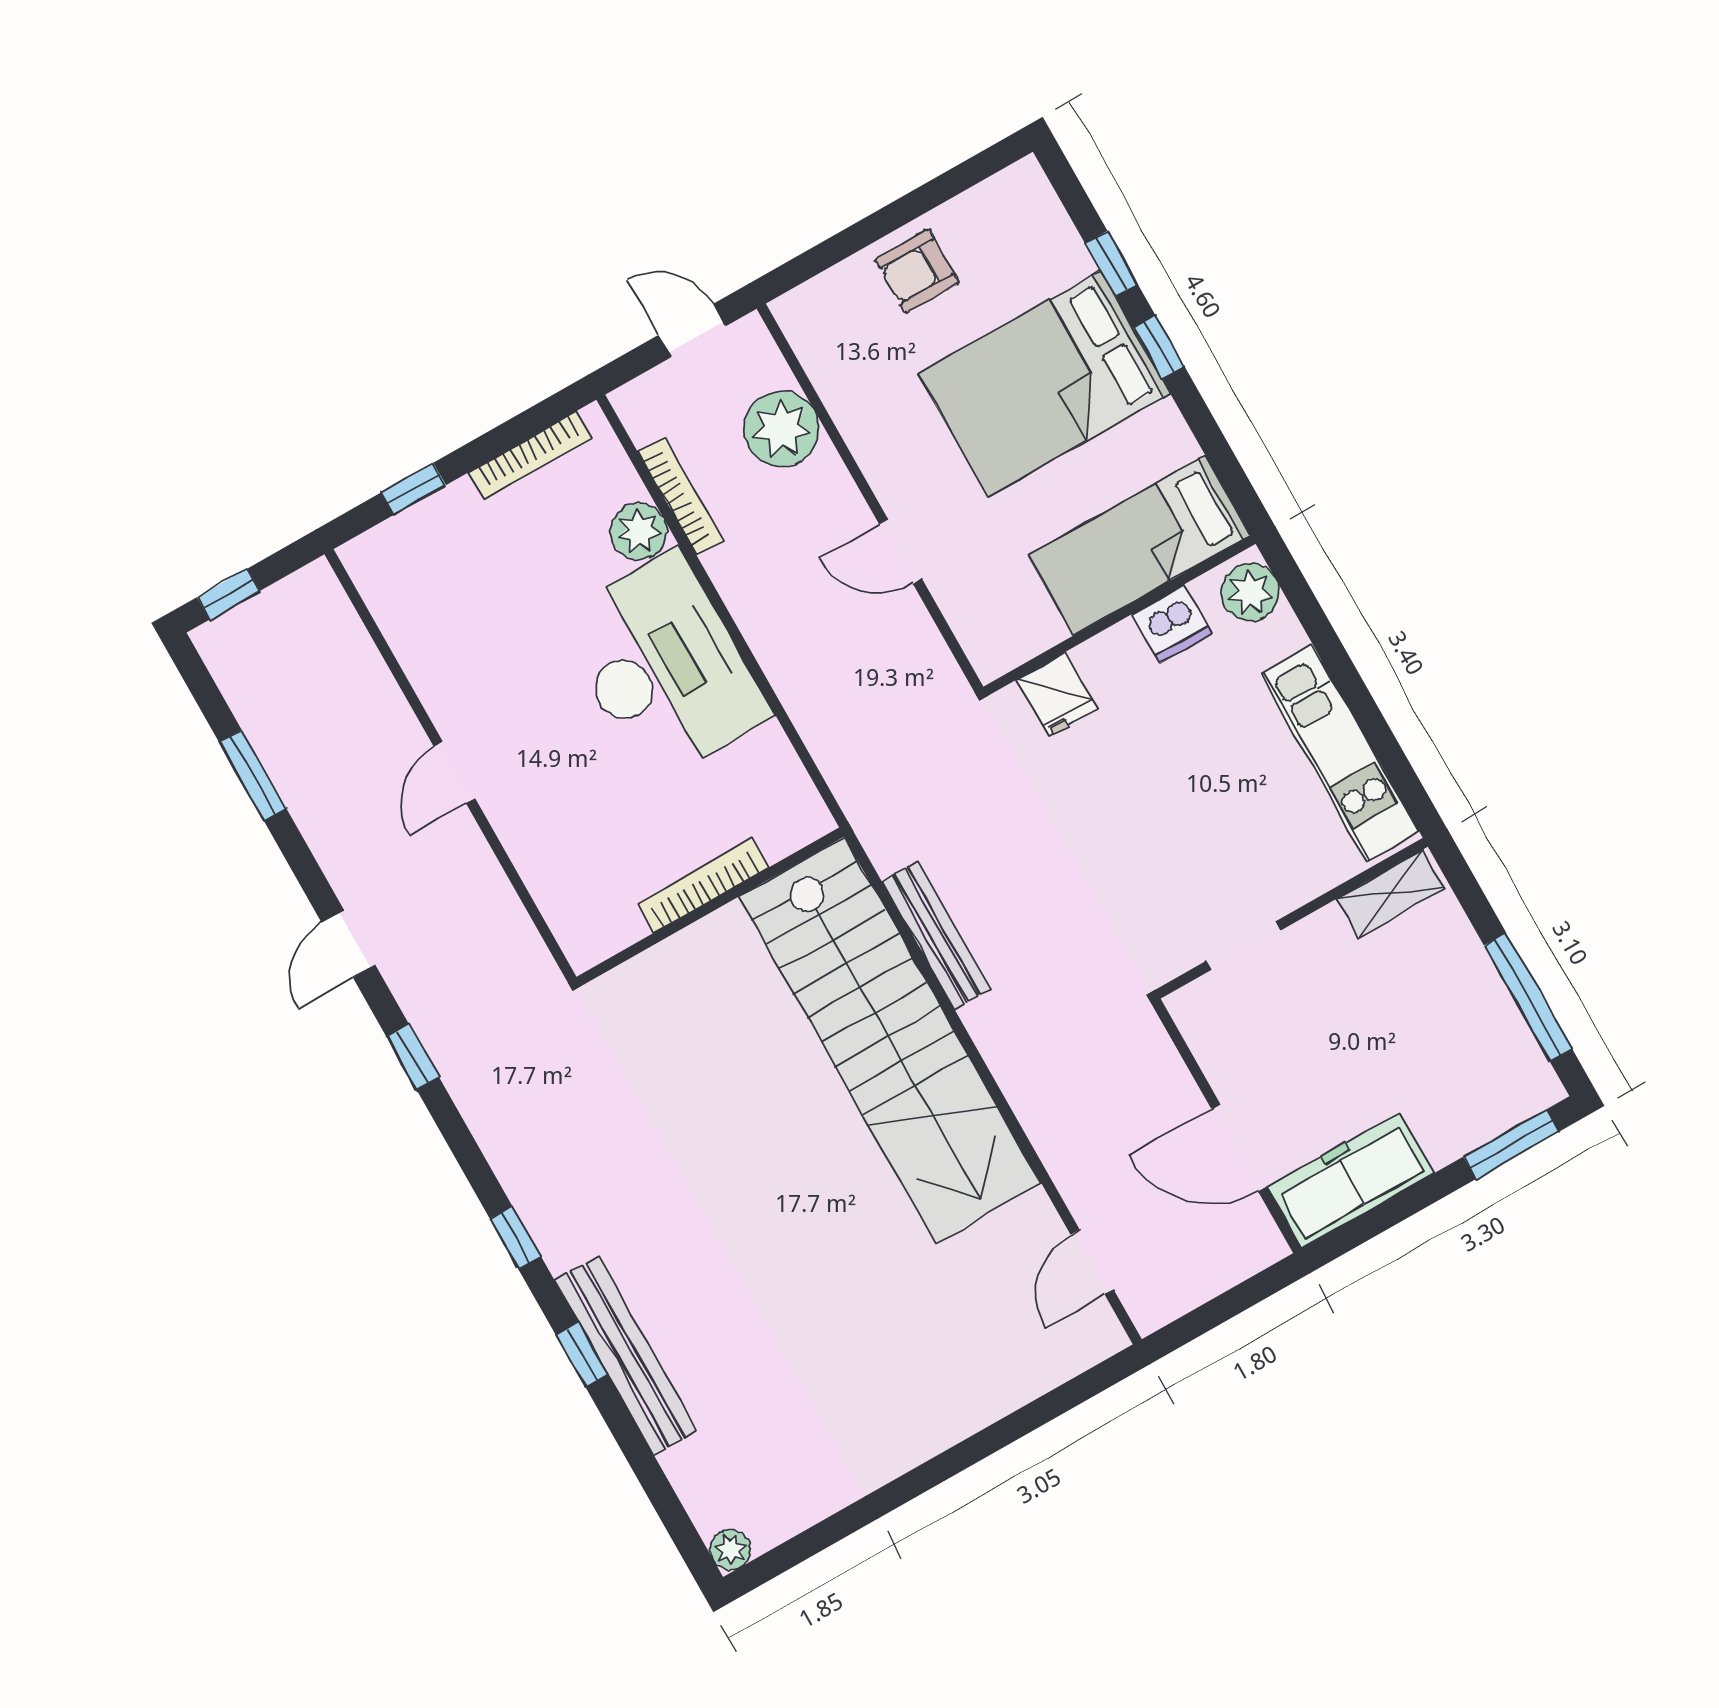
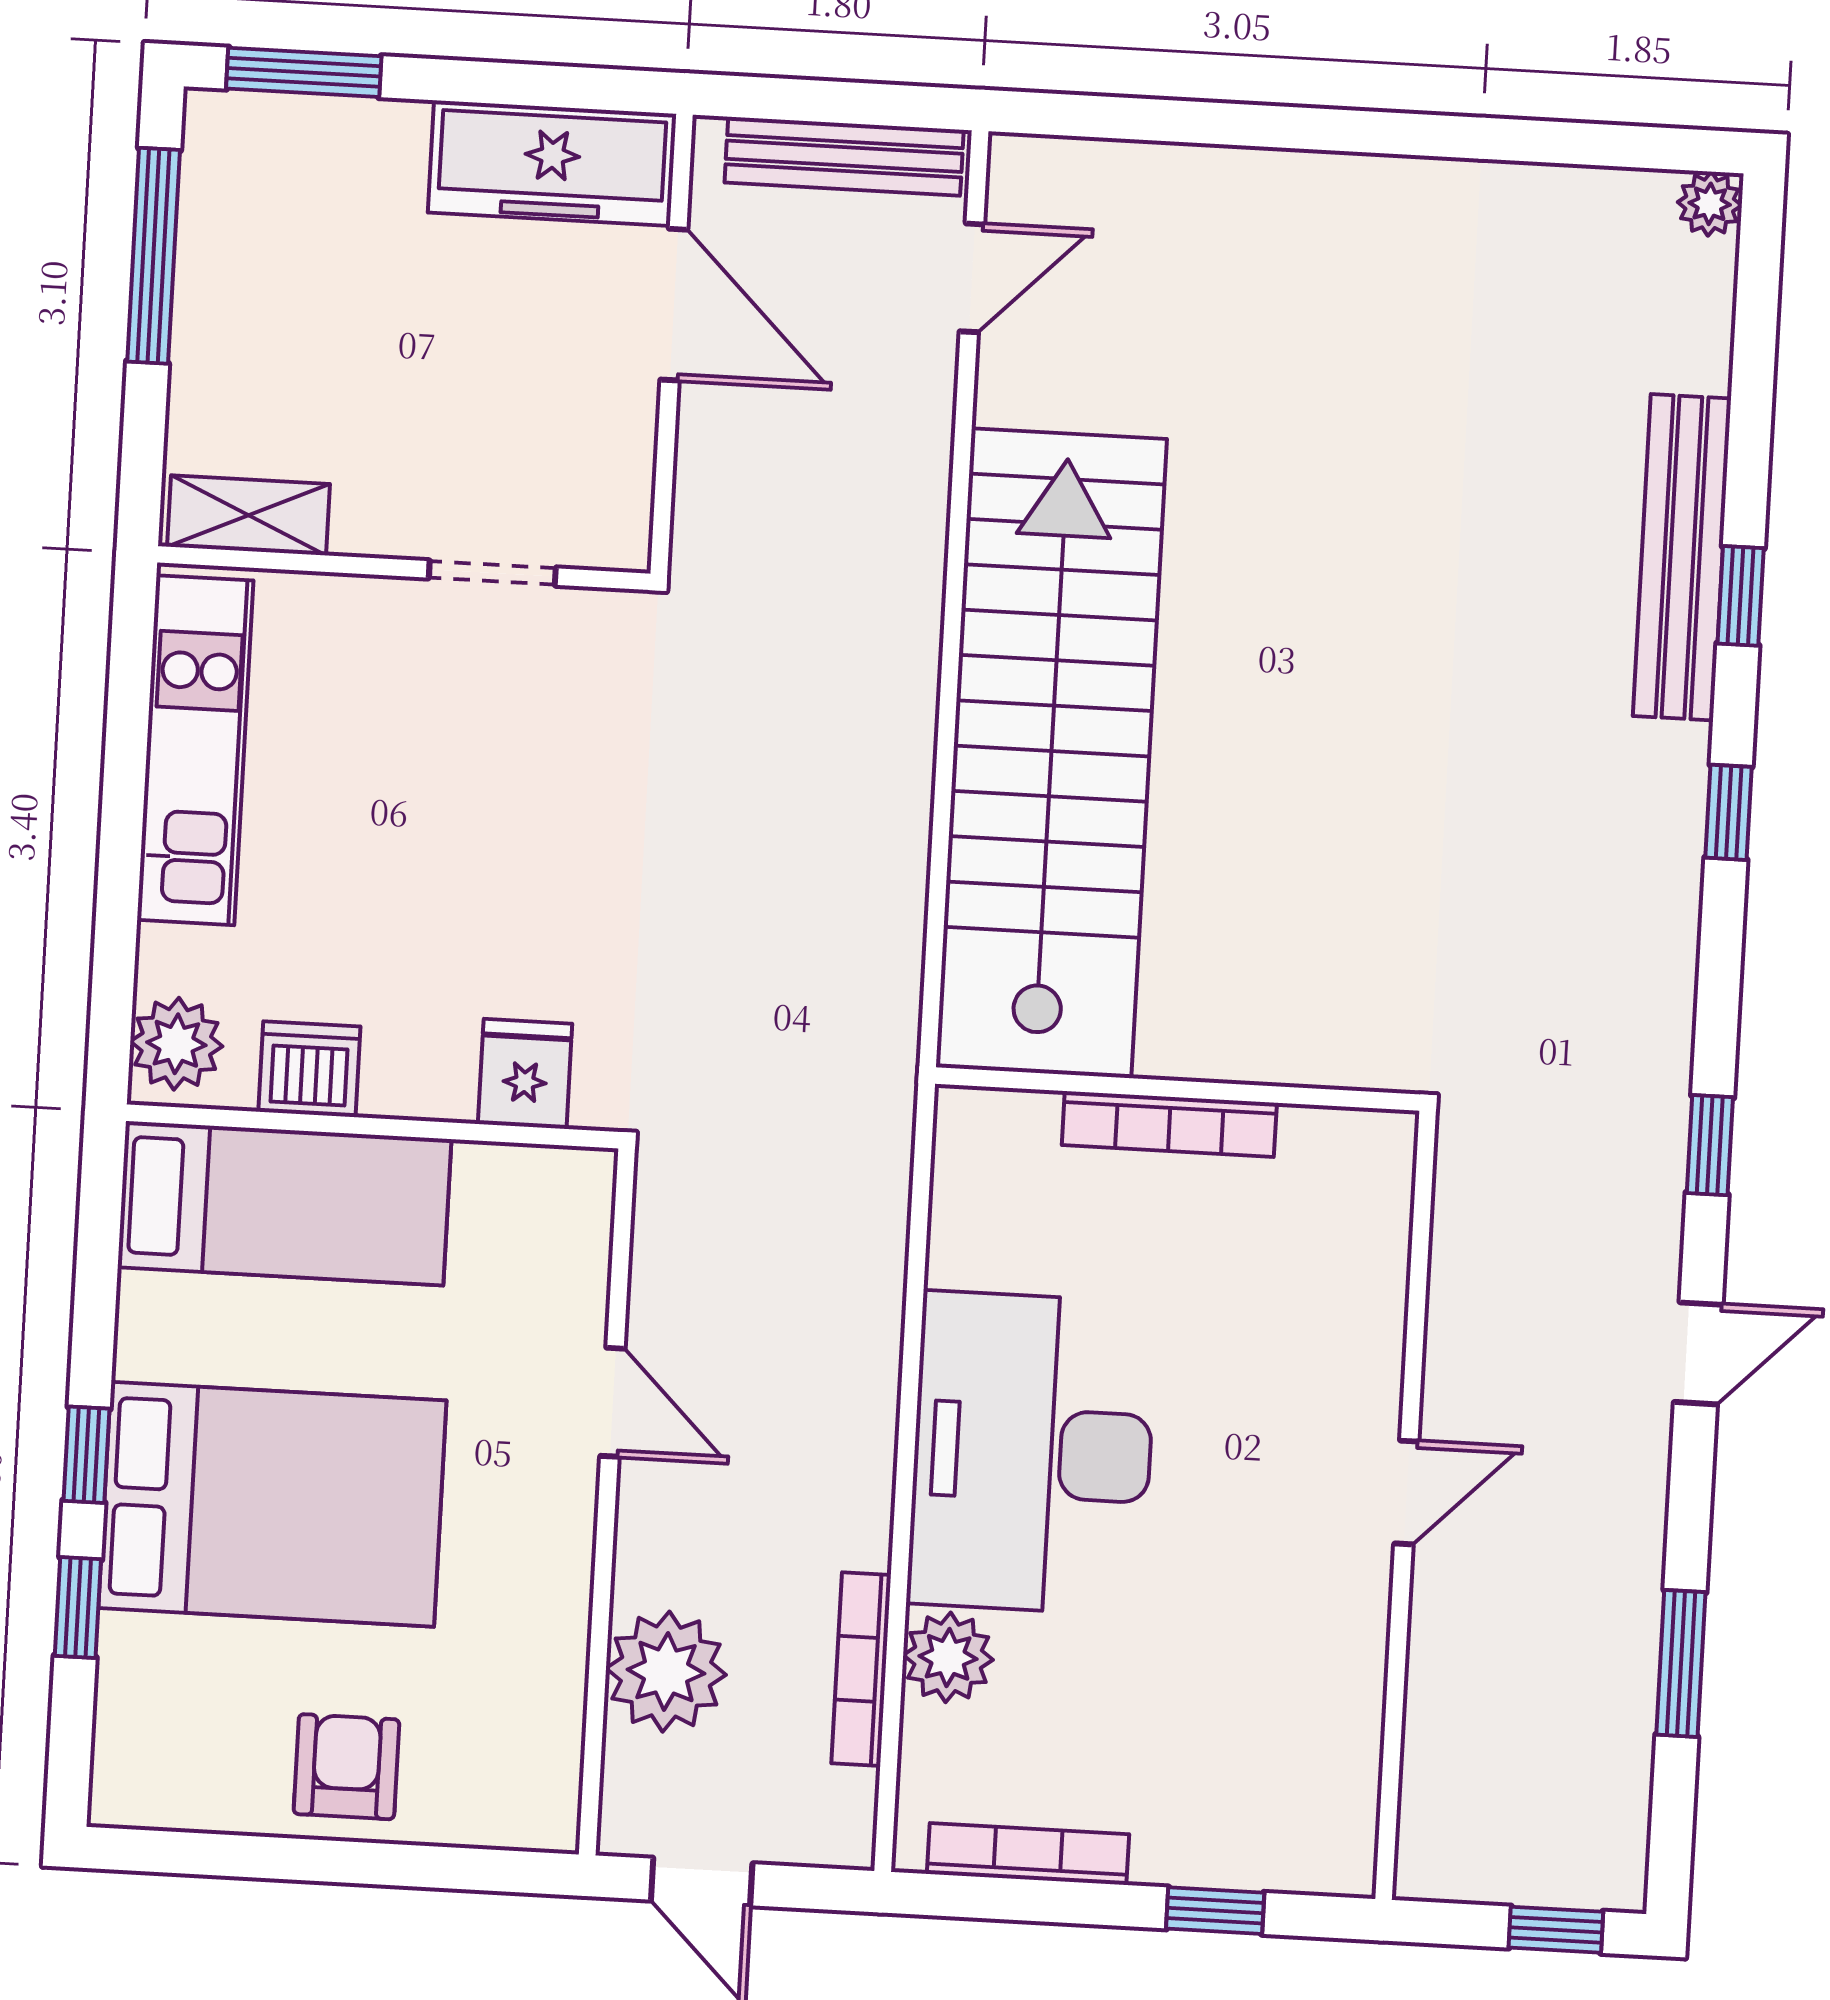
armchair: (917, 271) -> (346, 1767), turned -90
bench: (936, 935) -> (844, 156), moved, turned 90

